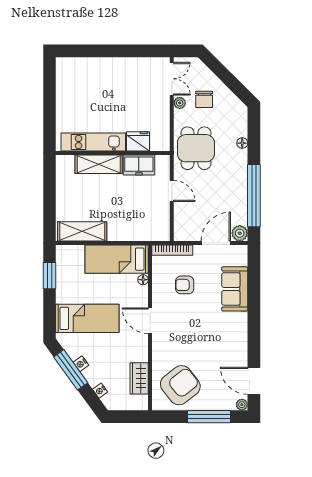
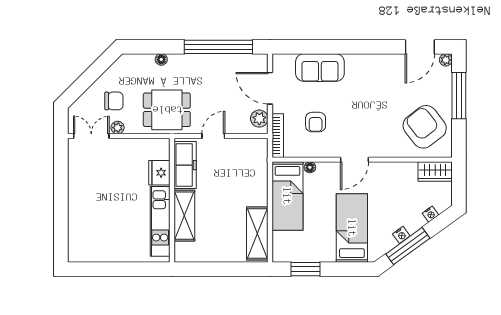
freezer: (139, 165) -> (185, 165), width x1.40
plant: (240, 233) -> (259, 119), moved
wardrobe: (139, 378) -> (435, 172), moved

